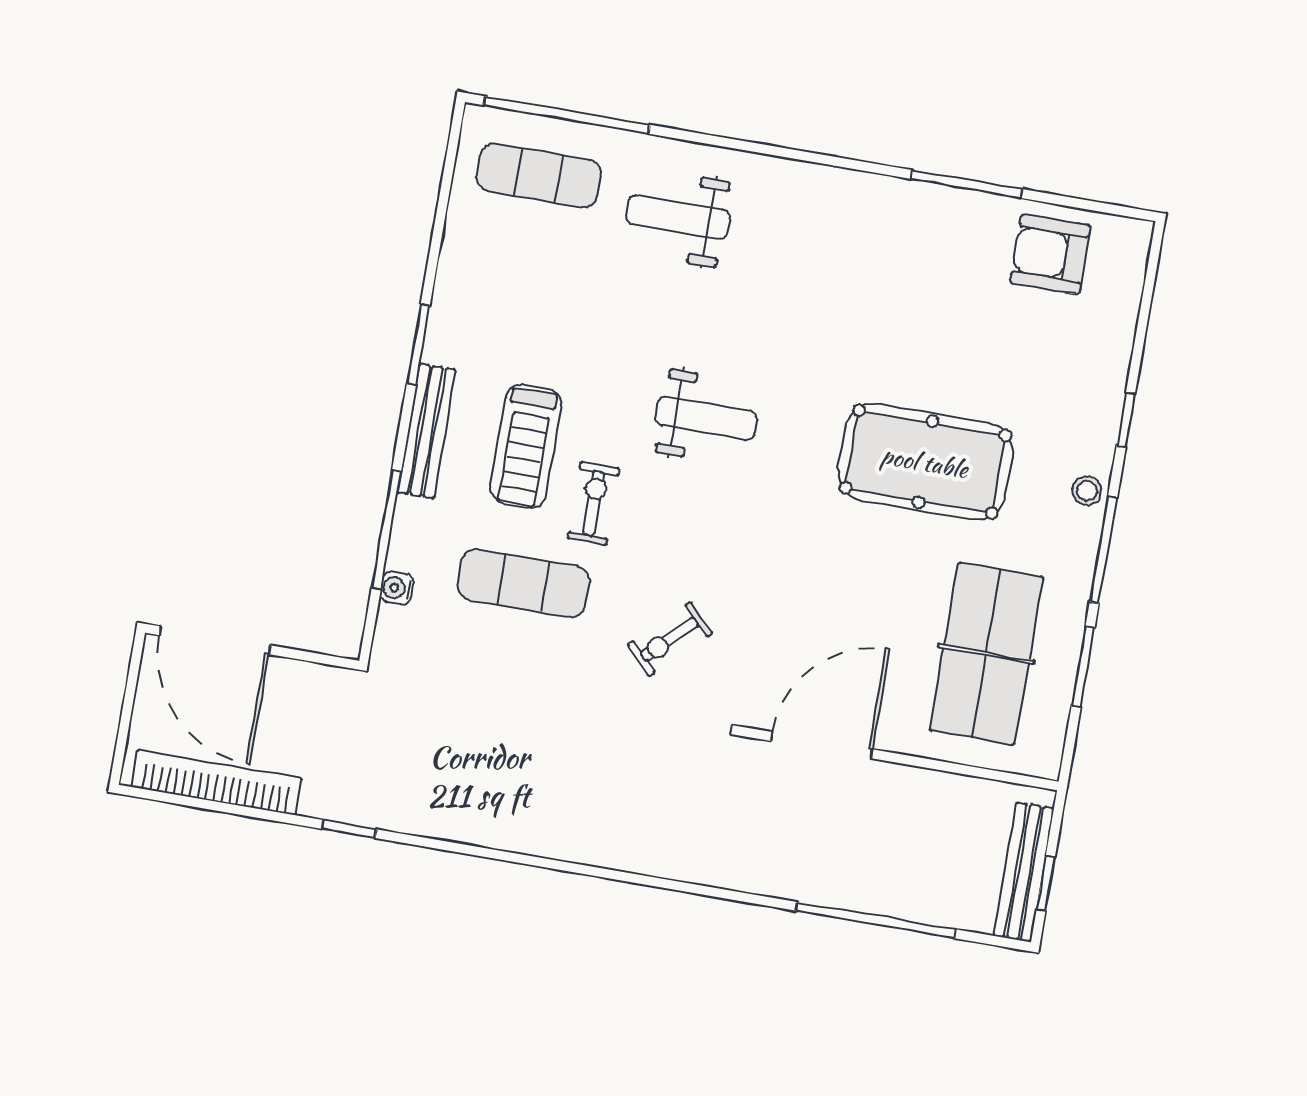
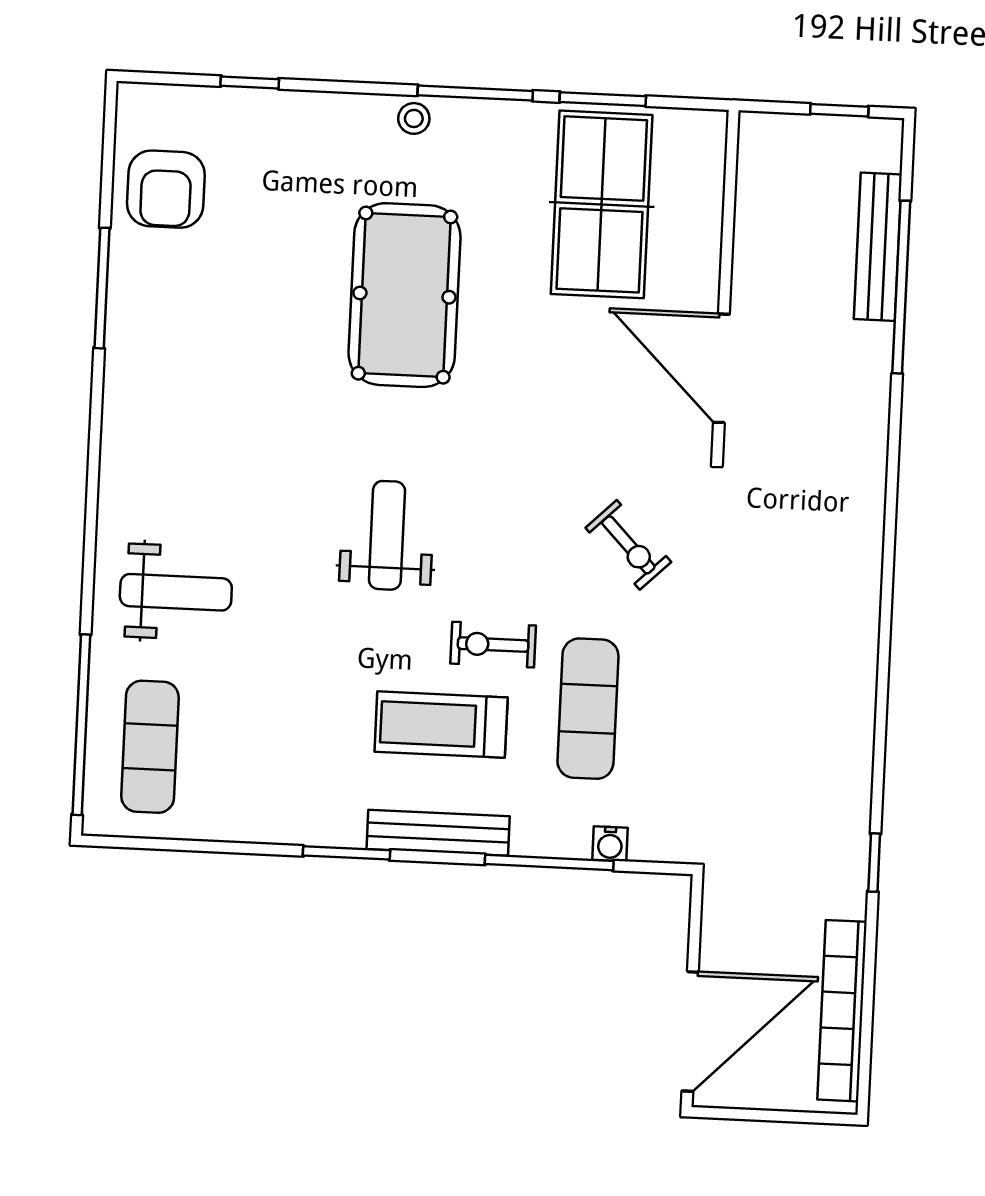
weight bench: (678, 217) -> (176, 592), turned -90
window: (1126, 420) -> (250, 82), moved
treadmill: (526, 446) -> (441, 725), turned 180
table tennis table: (986, 654) -> (602, 204), turned 90
bench: (1024, 872) -> (878, 247), moved, turned 90

